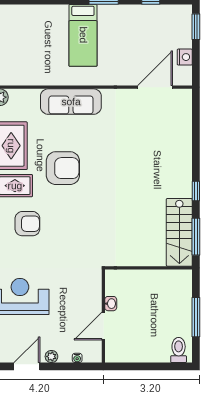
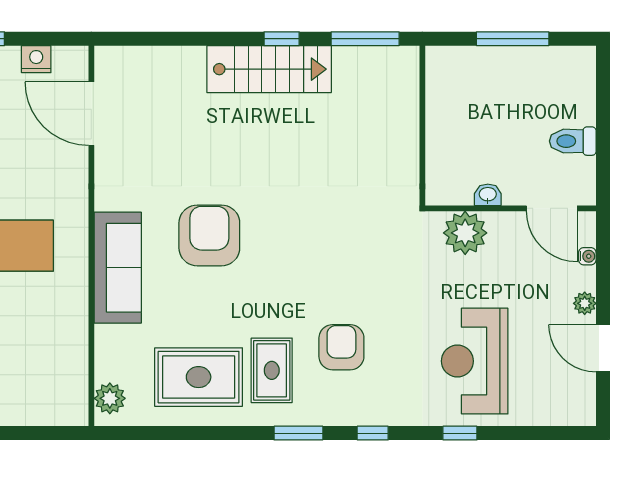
armchair: (63, 168) -> (209, 235), moved
stairs: (179, 232) -> (269, 69), moved
plant: (90, 291) -> (465, 233), added
door: (103, 326) -> (552, 208), moved
toilet: (179, 350) -> (573, 141), moved

